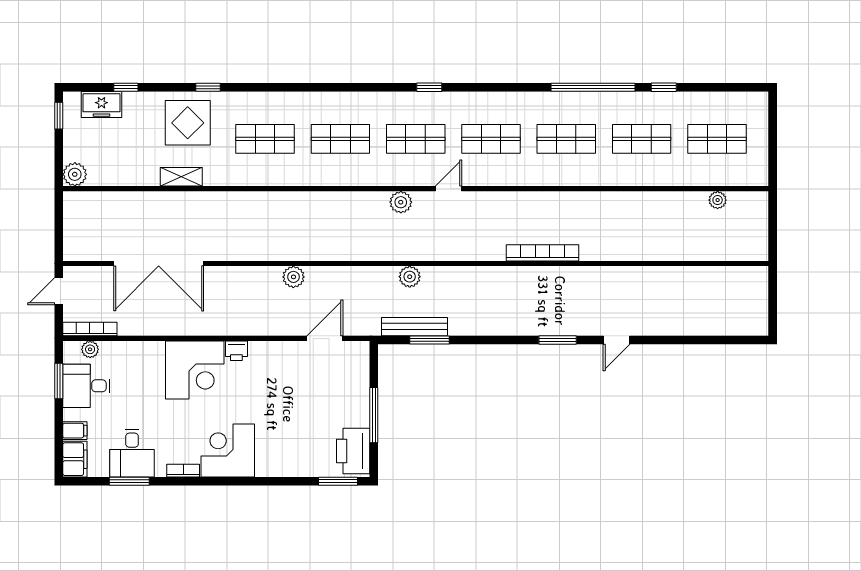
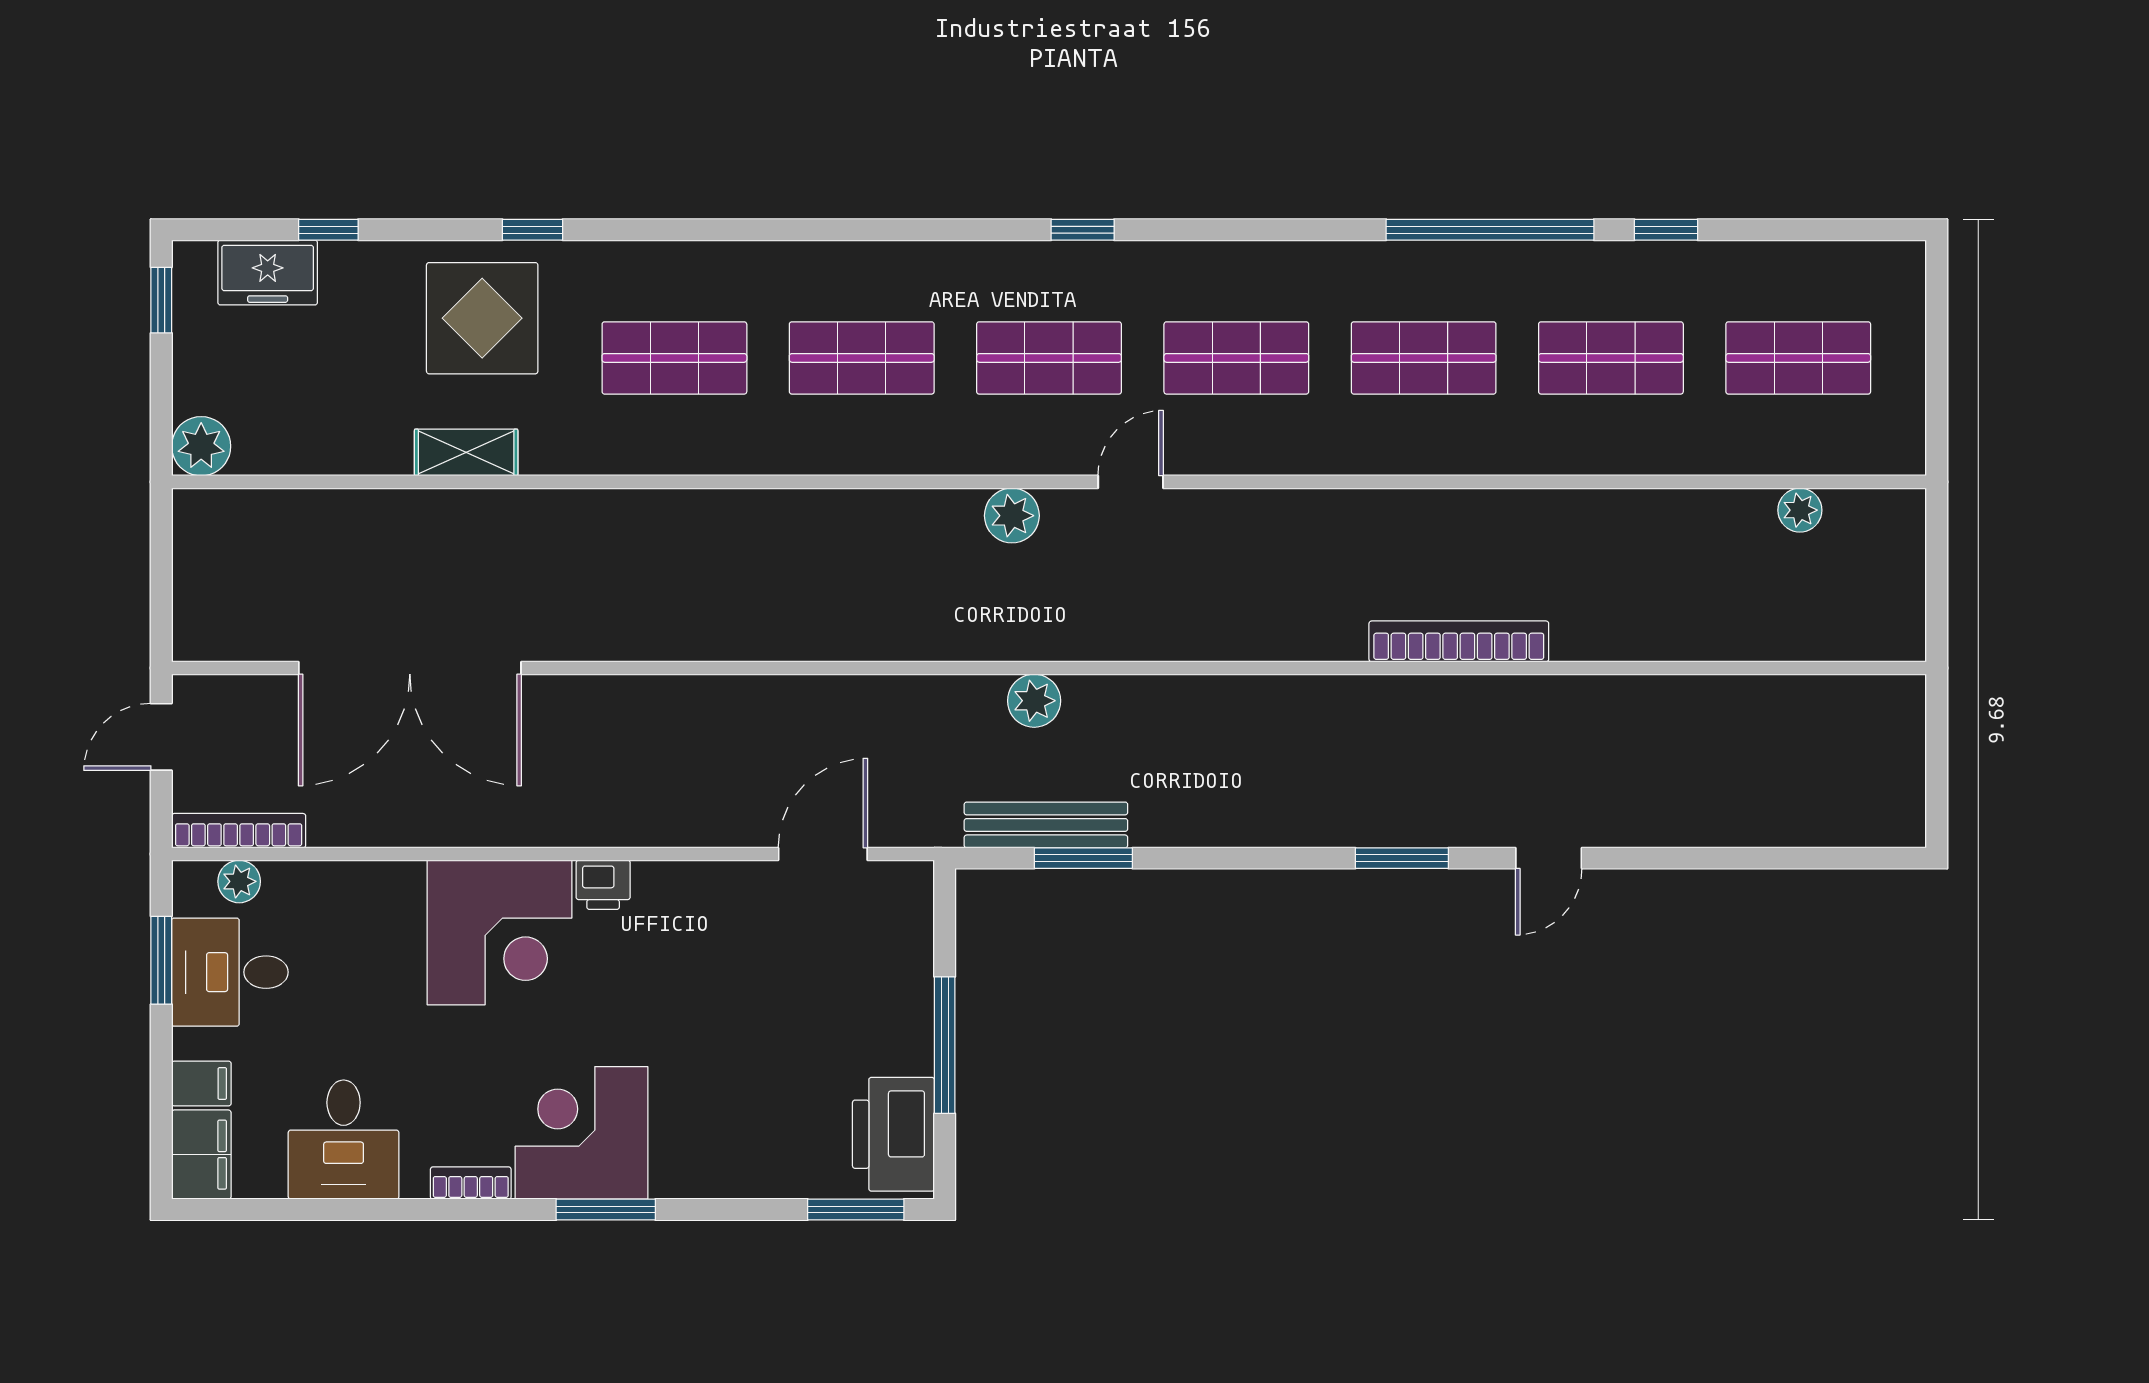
bookcase: (543, 253) -> (1459, 641), moved
plant: (293, 277) -> (745, 701), removed
window: (129, 481) -> (606, 1210), moved

